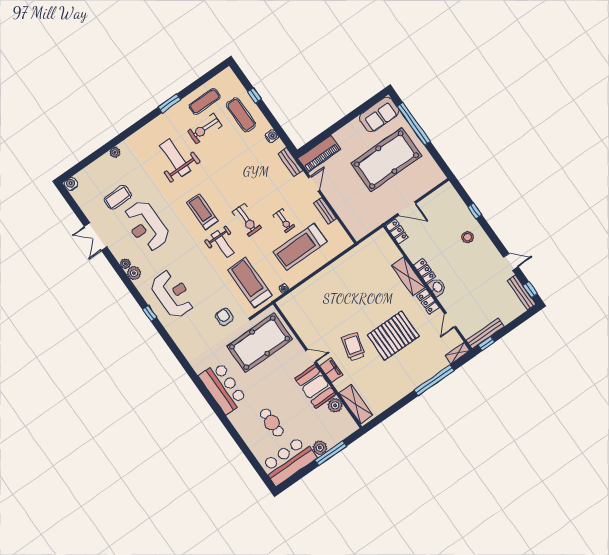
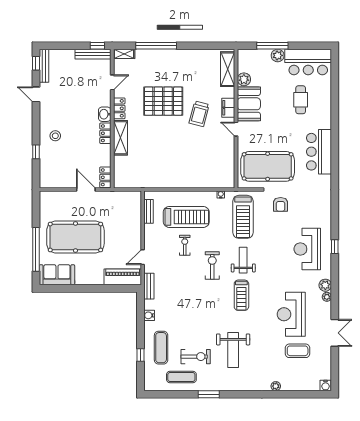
bench: (325, 211) -> (149, 211), moved
reception desk: (146, 226) -> (291, 314), turned 180

